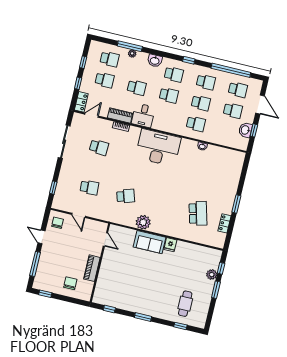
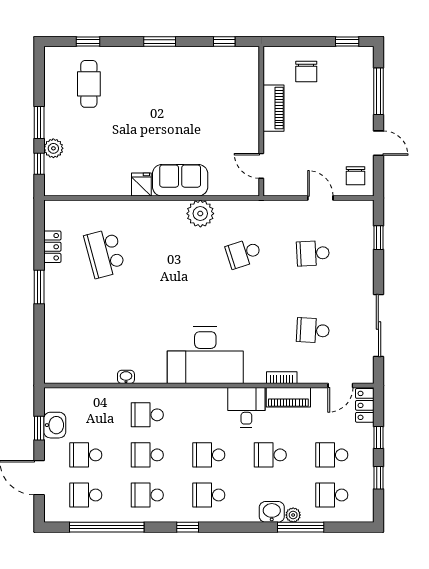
washbasin: (155, 61) -> (272, 512), moved

